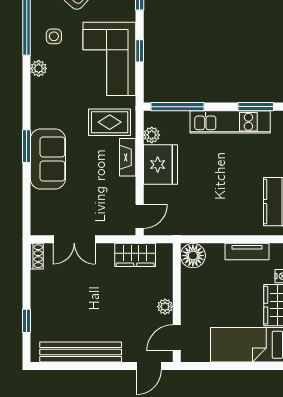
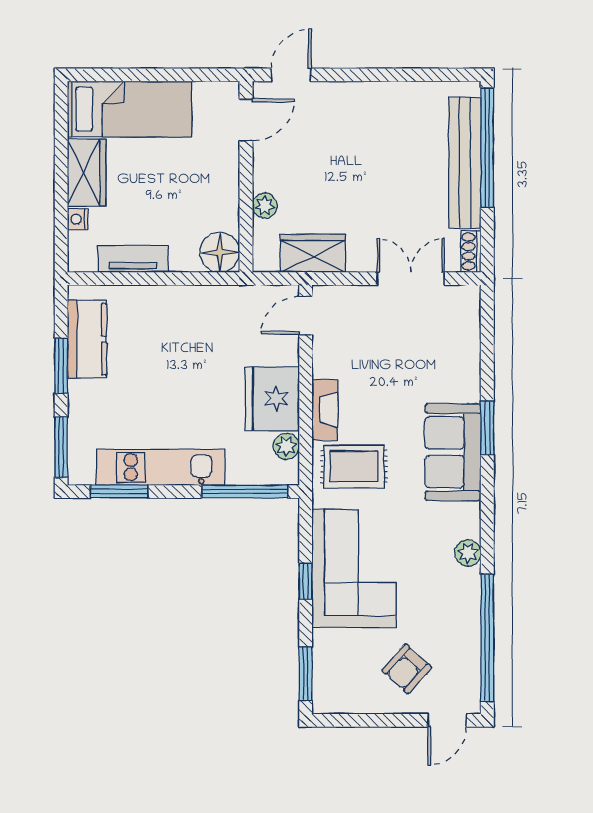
side table: (54, 36) -> (443, 604), removed
sofa: (48, 159) -> (453, 452), moved
plant: (165, 307) -> (265, 206), moved
window: (27, 321) -> (487, 147), width x3.17
bench: (81, 352) -> (465, 163), moved, turned 90

